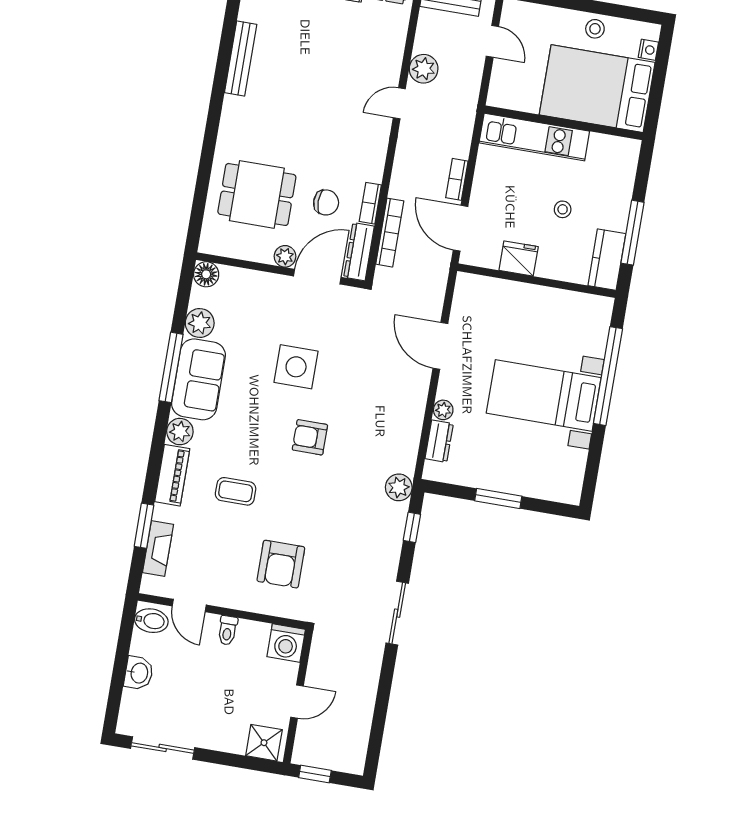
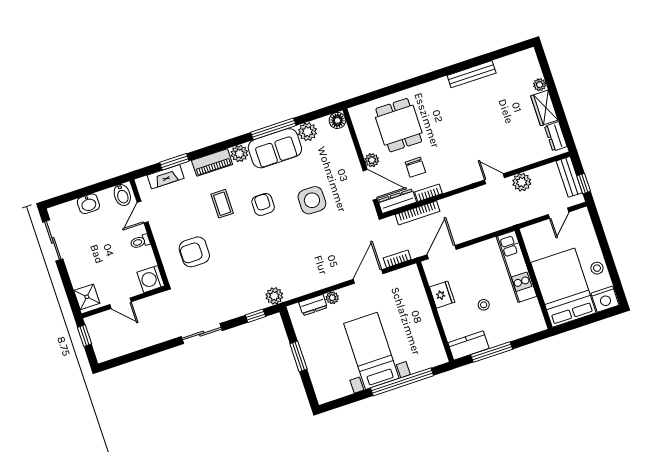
nightstand: (648, 50) -> (605, 299), width x1.89, depth x1.79
bookcase: (457, 179) -> (397, 259), moved
armchair: (310, 437) -> (263, 204), moved

